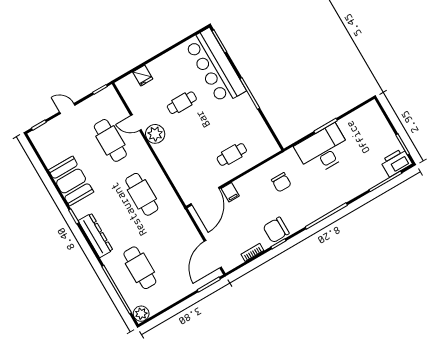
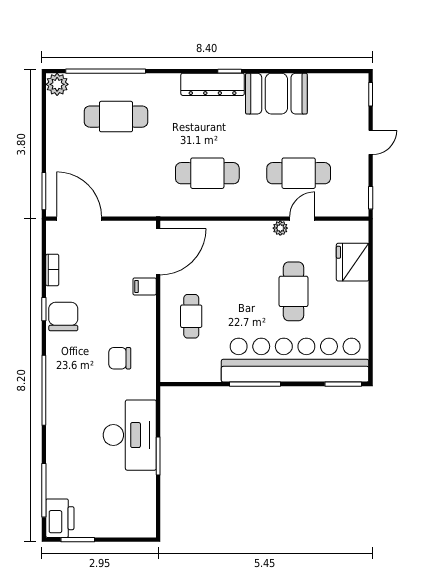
bar counter: (215, 67) -> (295, 360), width x1.36
fridge: (143, 76) -> (353, 262), width x1.88, depth x1.34
cafe table: (182, 103) -> (294, 291), width x1.37, depth x1.35
plant: (155, 134) -> (280, 228), width x0.53, depth x0.53
door: (205, 196) -> (158, 252), swing flipped
dresser: (95, 235) -> (213, 84), moved

